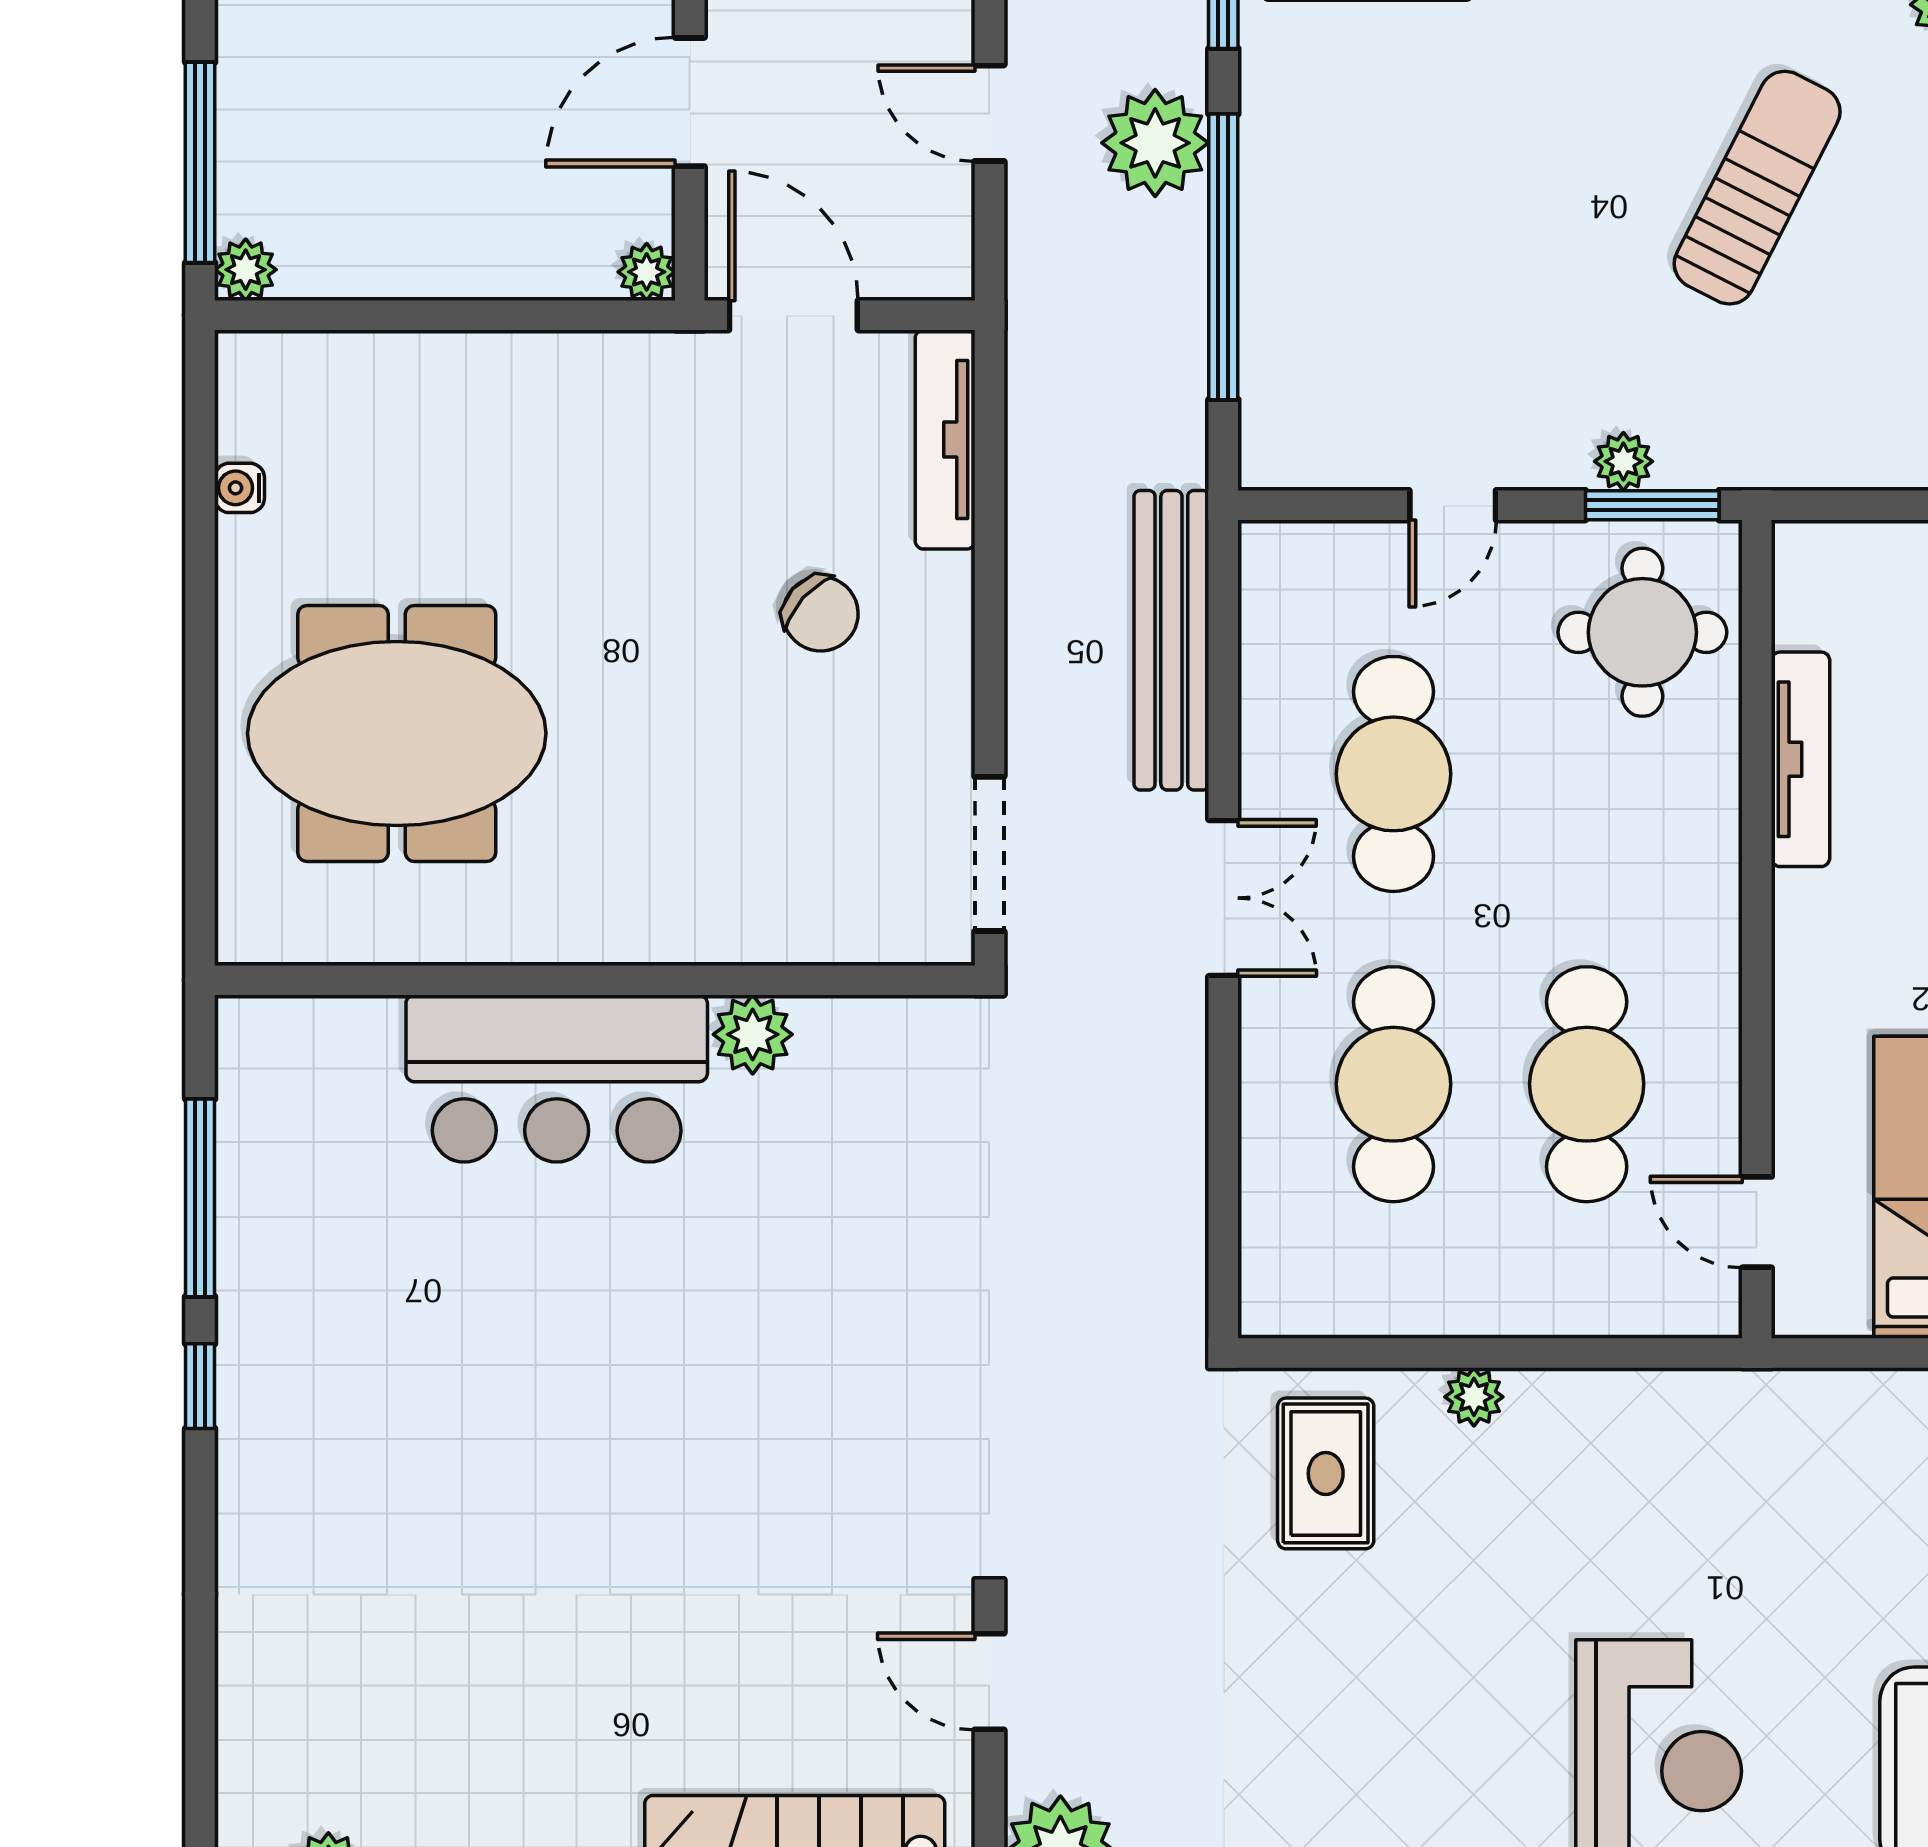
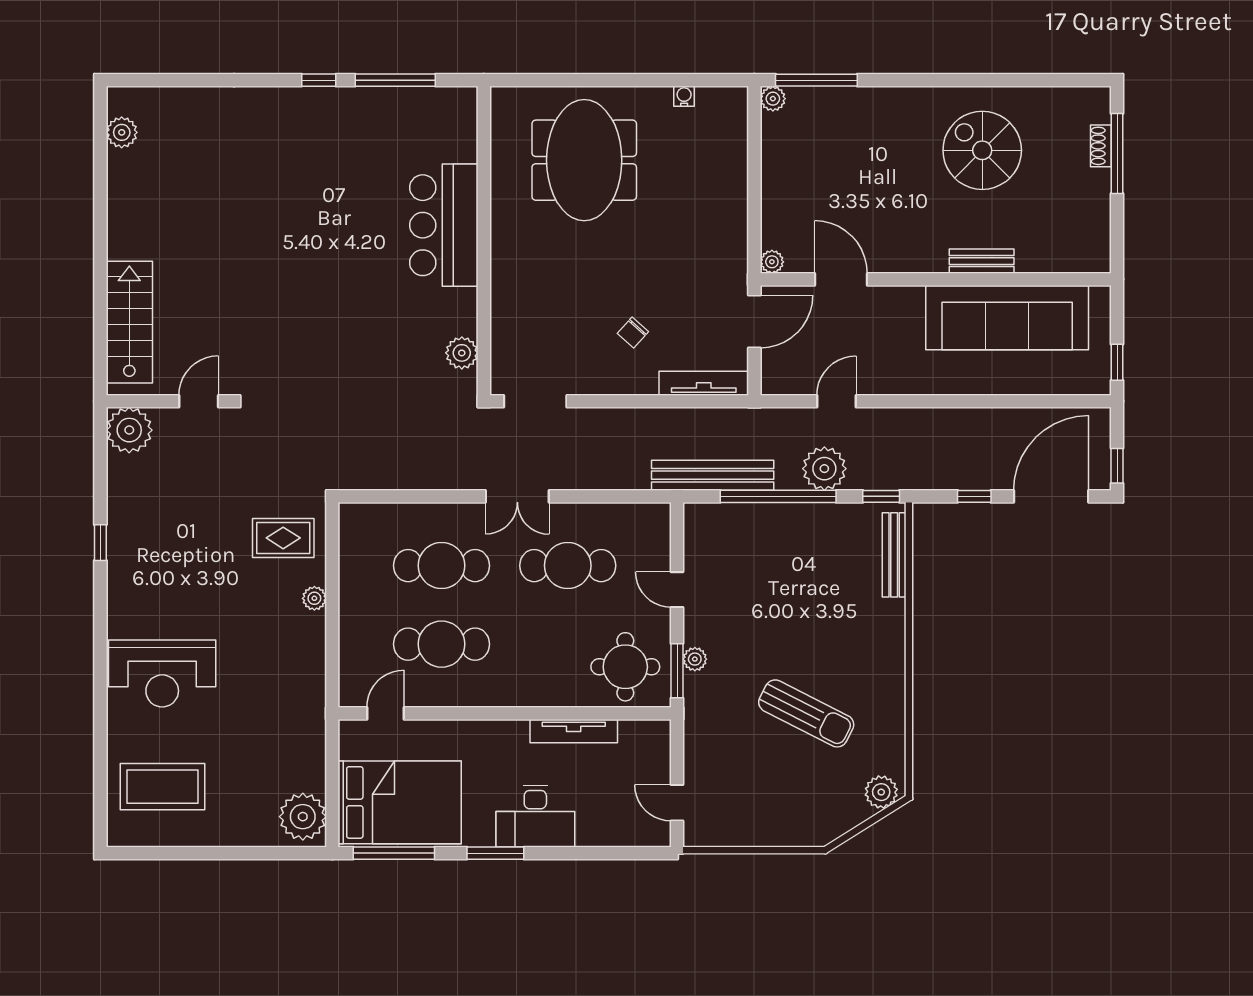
chair: (821, 614) -> (633, 333), width x0.73, depth x0.73
bench: (1171, 640) -> (713, 475), moved
plant: (753, 1034) -> (462, 353), moved

